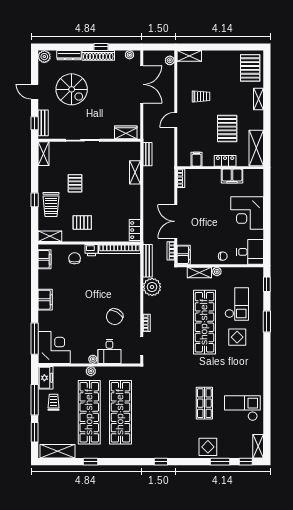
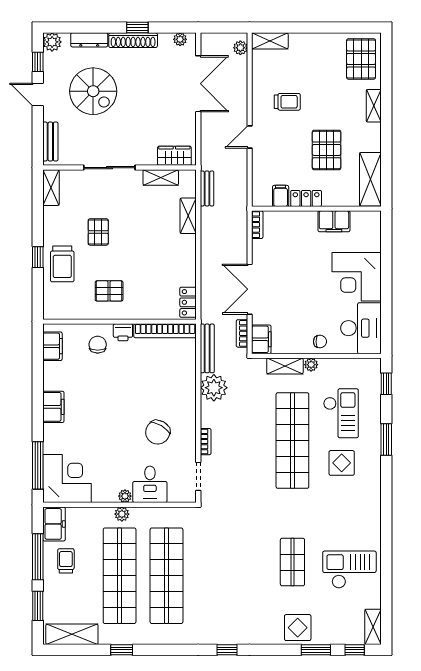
window: (35, 123) -> (38, 62), moved
locker: (225, 161) -> (306, 198), moved
shelving: (50, 236) -> (161, 178), moved
desk: (250, 252) -> (361, 328), width x1.37

